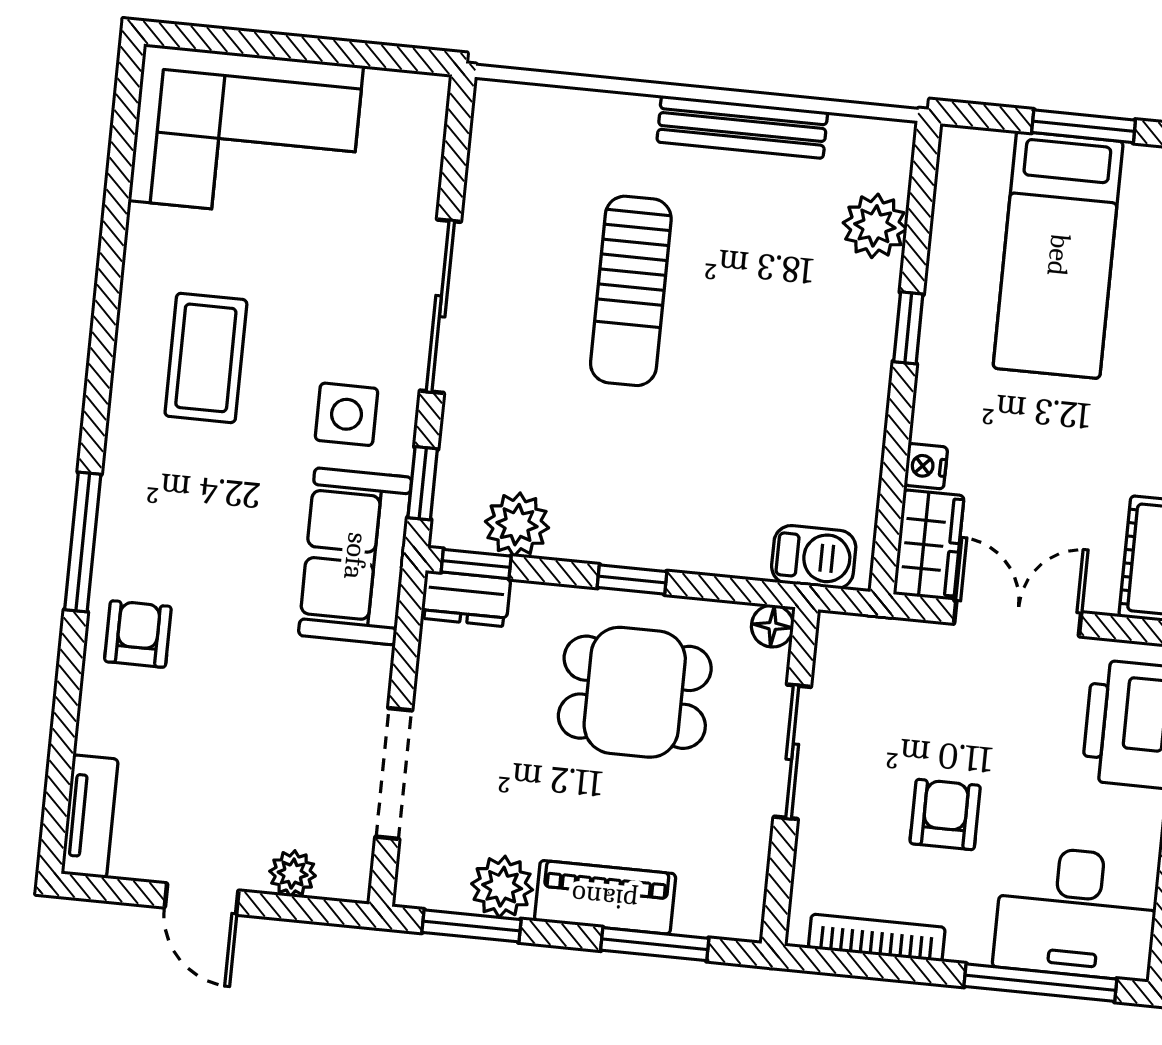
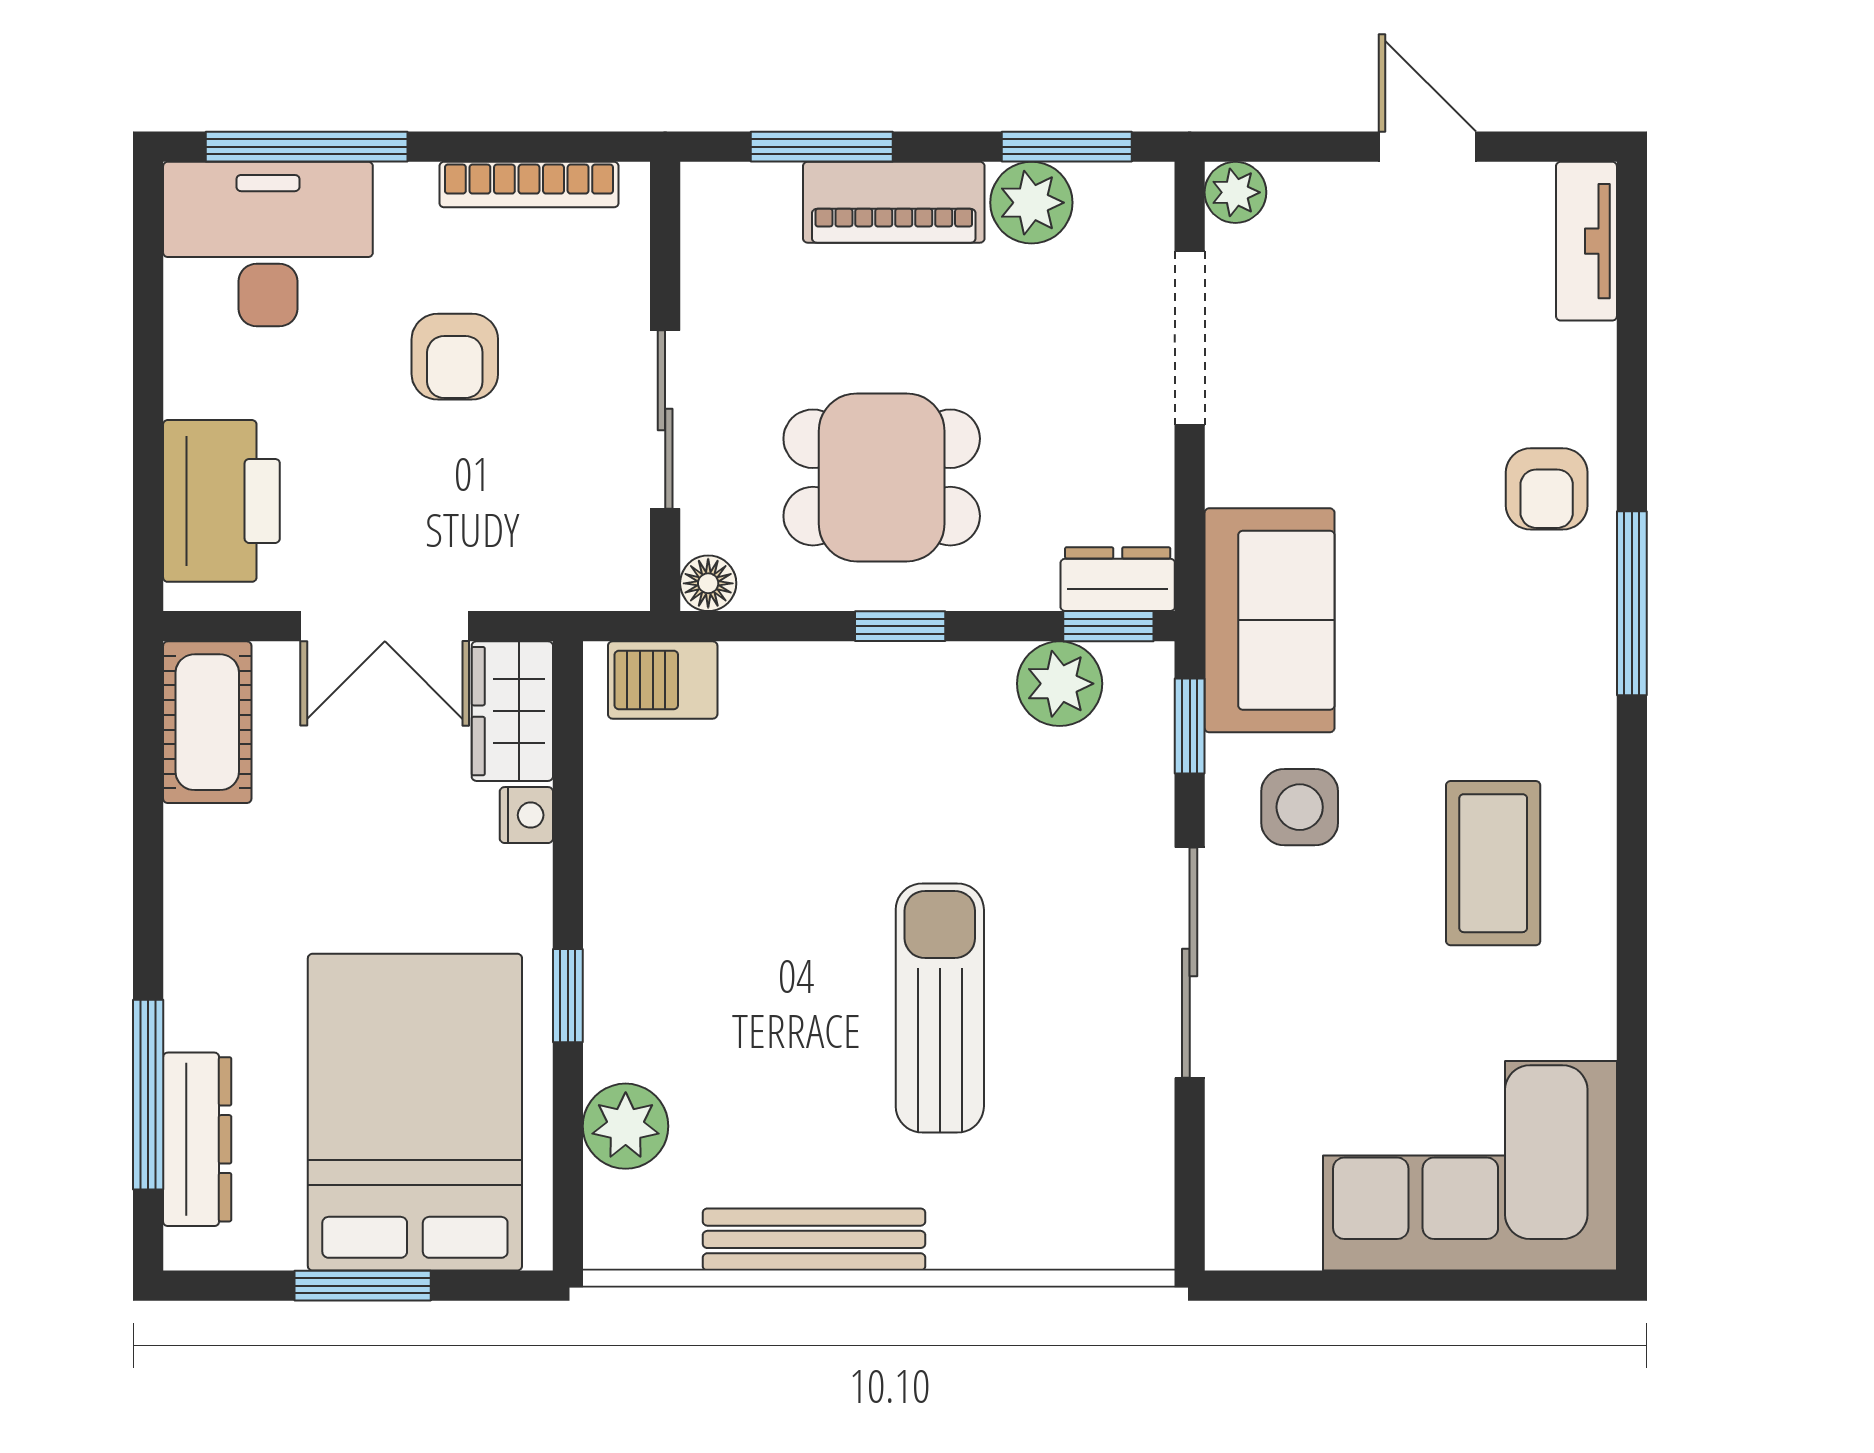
bed: (1058, 255) -> (415, 1112), width x1.50
plant: (293, 874) -> (1235, 192), moved

